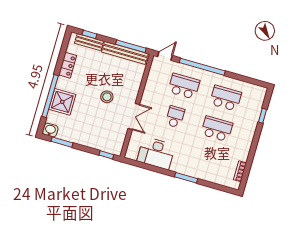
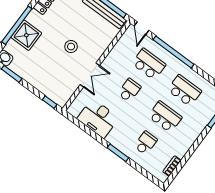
door: (165, 56) -> (141, 28), swing flipped
school desk: (208, 159) -> (146, 143), added

